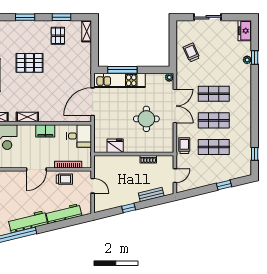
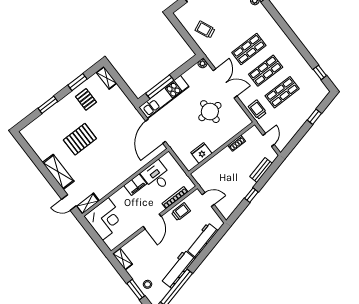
shelving: (27, 117) -> (112, 185), removed
desk: (79, 136) -> (157, 176), moved, turned -90

